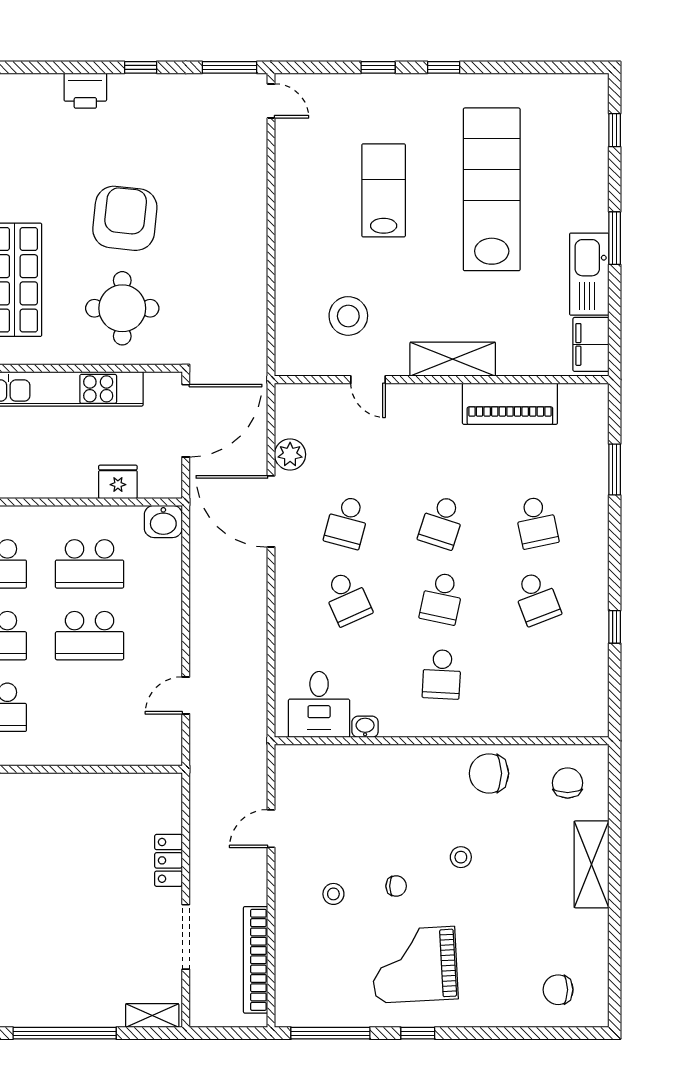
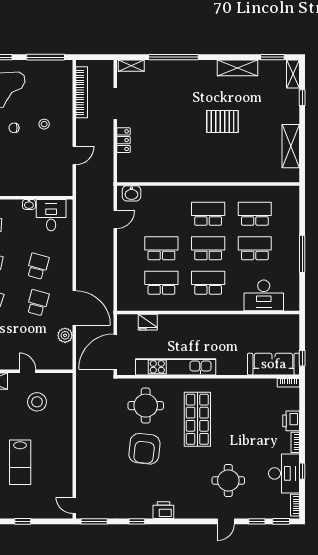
washbasin: (163, 521) -> (131, 193), moved, turned 180
school desk: (347, 598) -> (38, 266), turned 39

